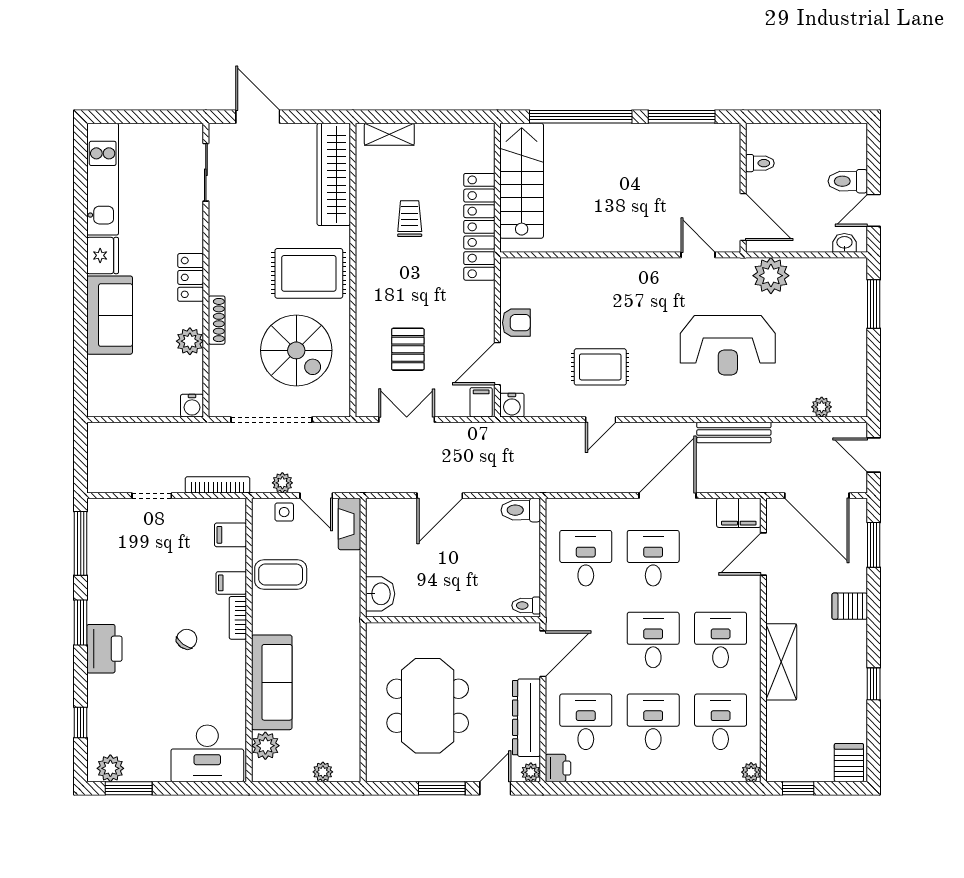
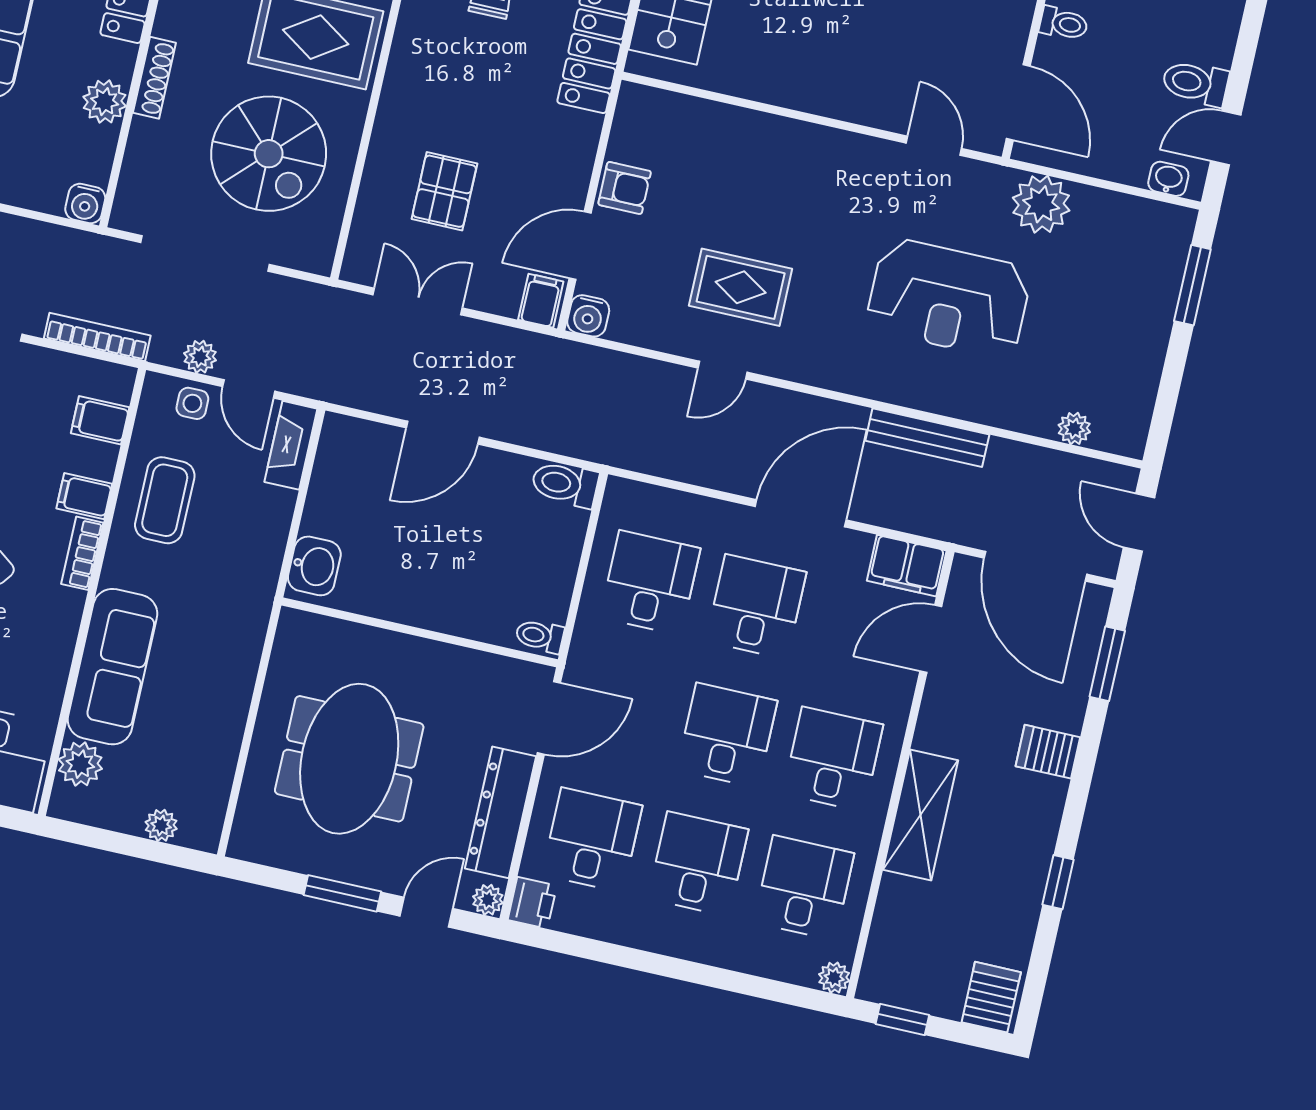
coffee table: (281, 574) -> (165, 500), turned 90

